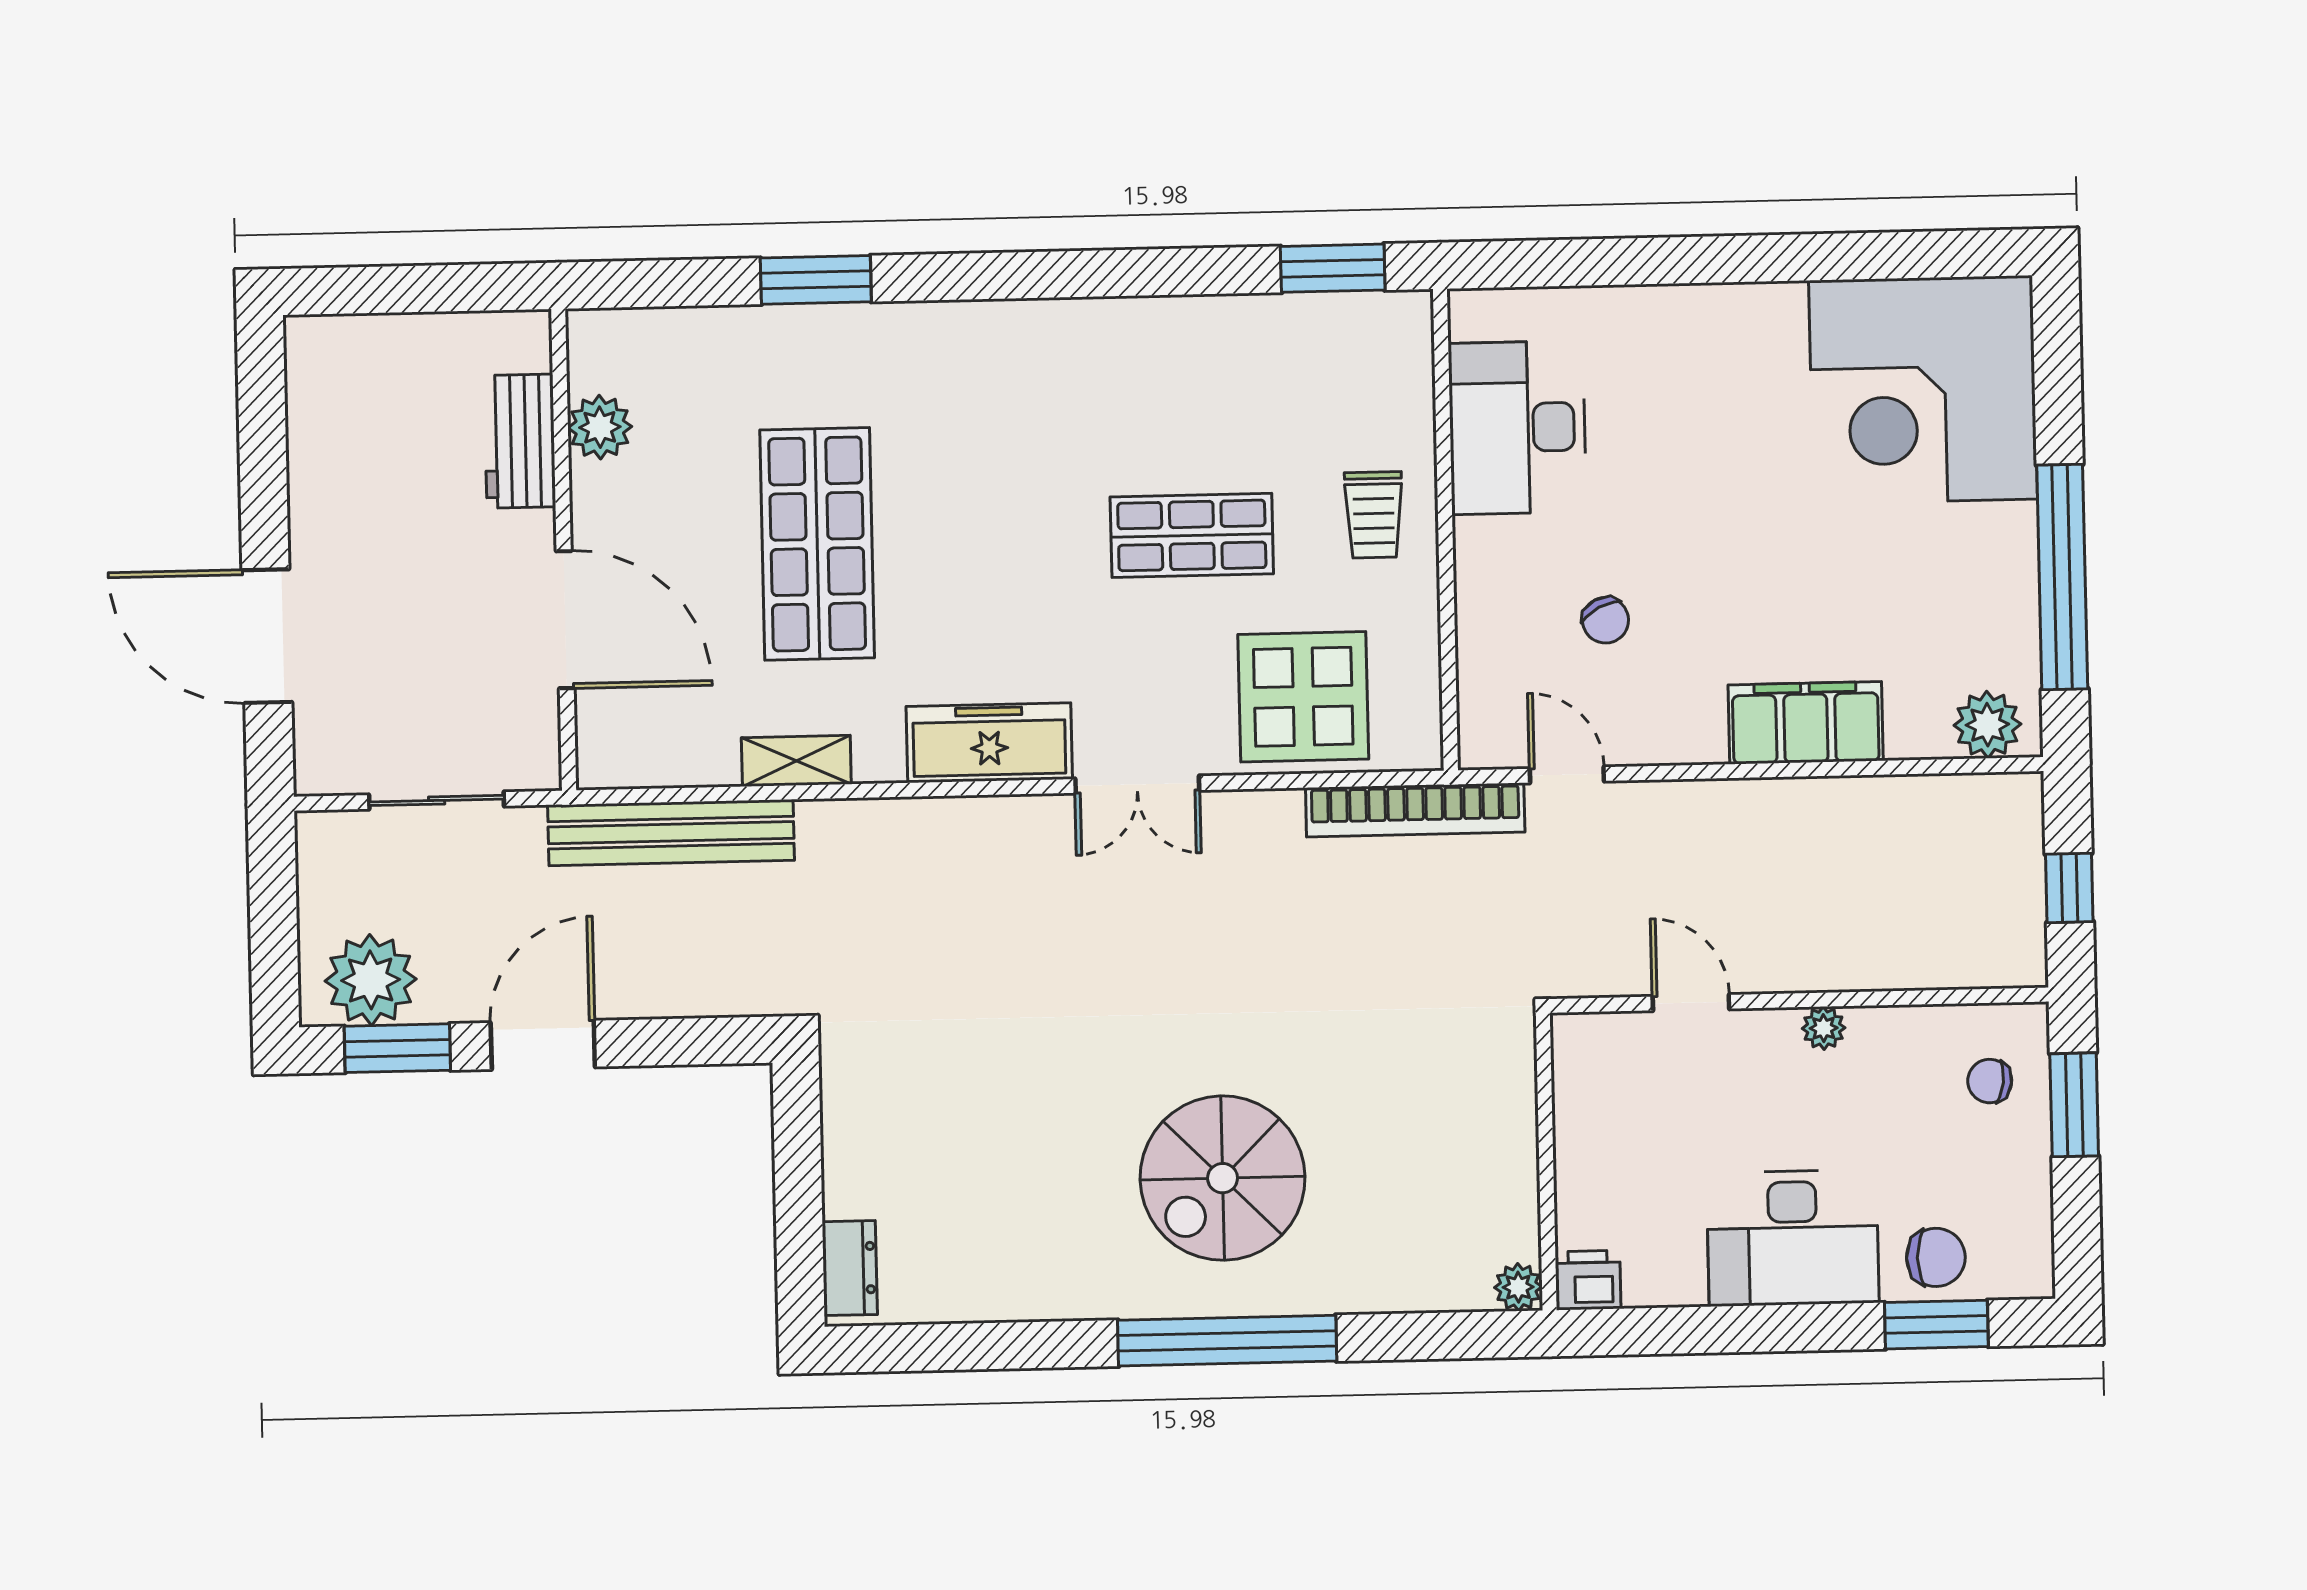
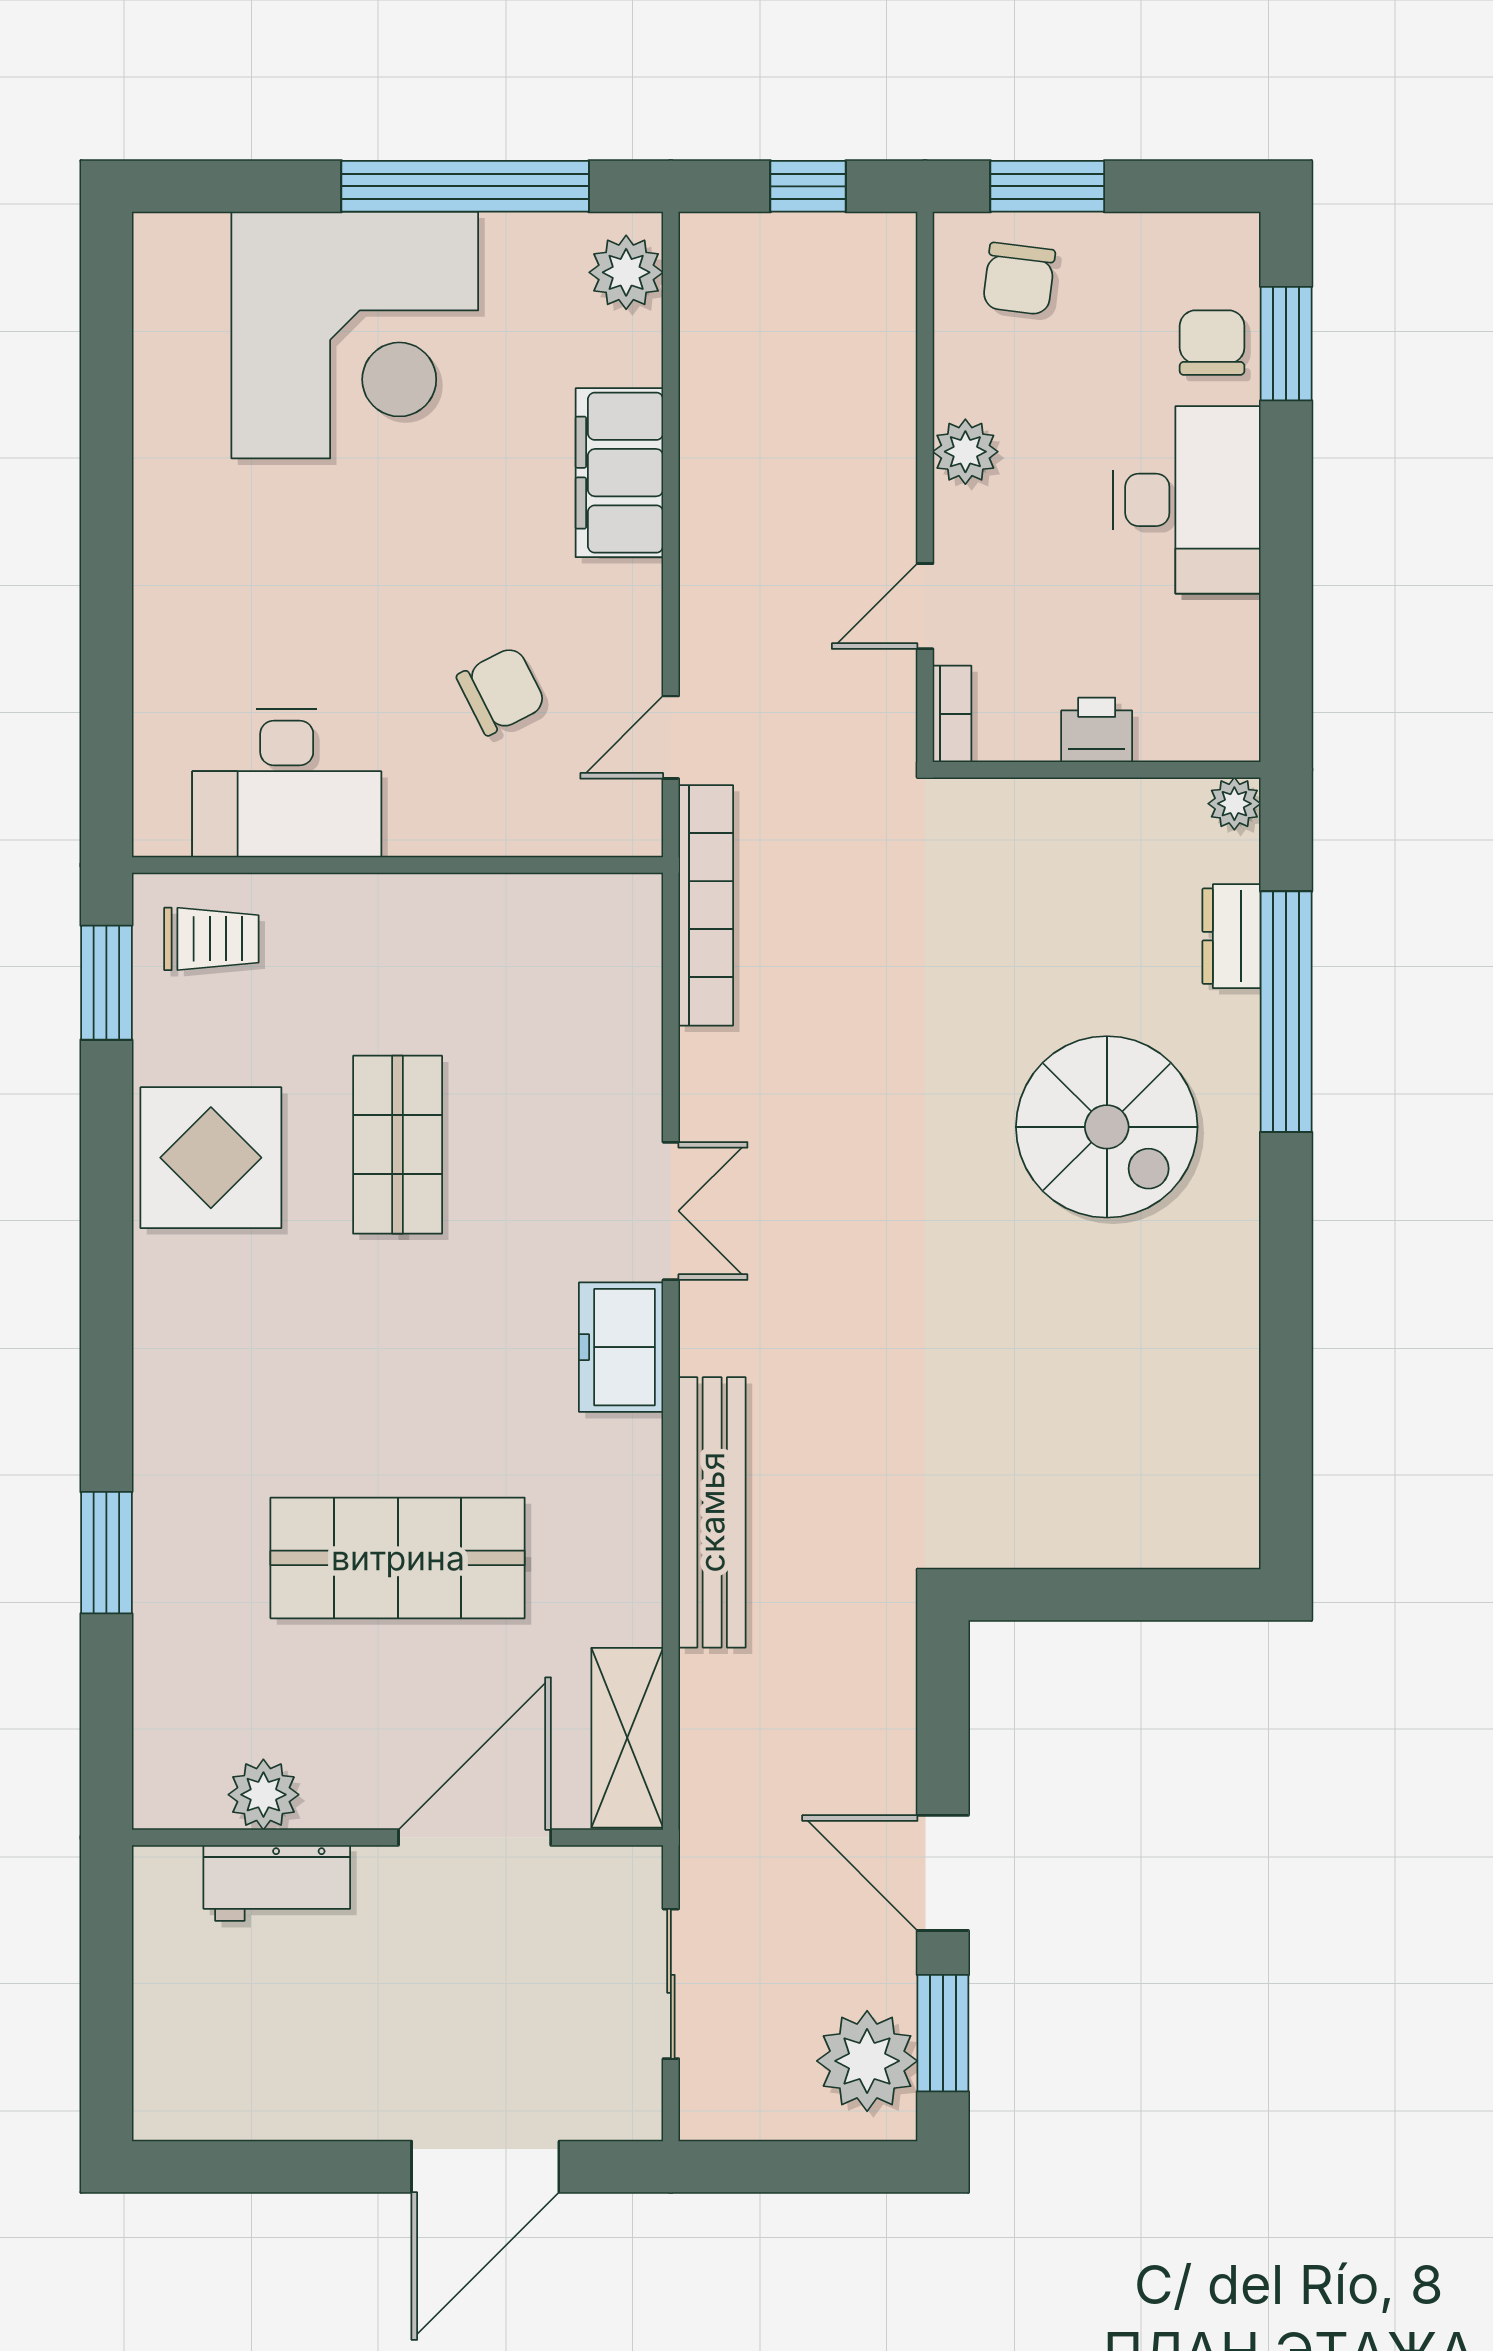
corner desk: (1923, 390) -> (355, 335), moved
trolley: (1374, 515) -> (211, 939), moved
chair: (1606, 620) -> (501, 691), width x1.37, depth x1.37
display table: (1303, 697) -> (211, 1158), moved
freezer: (989, 743) -> (621, 1347), width x0.71
shelving: (796, 761) -> (627, 1738), moved, width x1.50, depth x1.33
bench: (671, 833) -> (712, 1512), moved
plant: (1824, 1028) -> (965, 452), width x1.38, depth x1.38
bookcase: (1594, 1029) -> (952, 714), added
chair: (1990, 1081) -> (1019, 279), width x1.37, depth x1.37
dresser: (850, 1268) -> (1231, 936), moved, turned -90
printer: (1588, 1280) -> (1097, 730), moved, turned 90
window: (1227, 1341) -> (1286, 1012), moved

